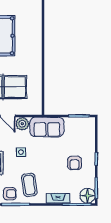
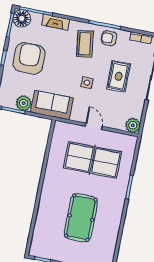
plant: (22, 124) -> (24, 103), moved
armchair: (74, 163) -> (29, 58), width x1.88, depth x1.88

